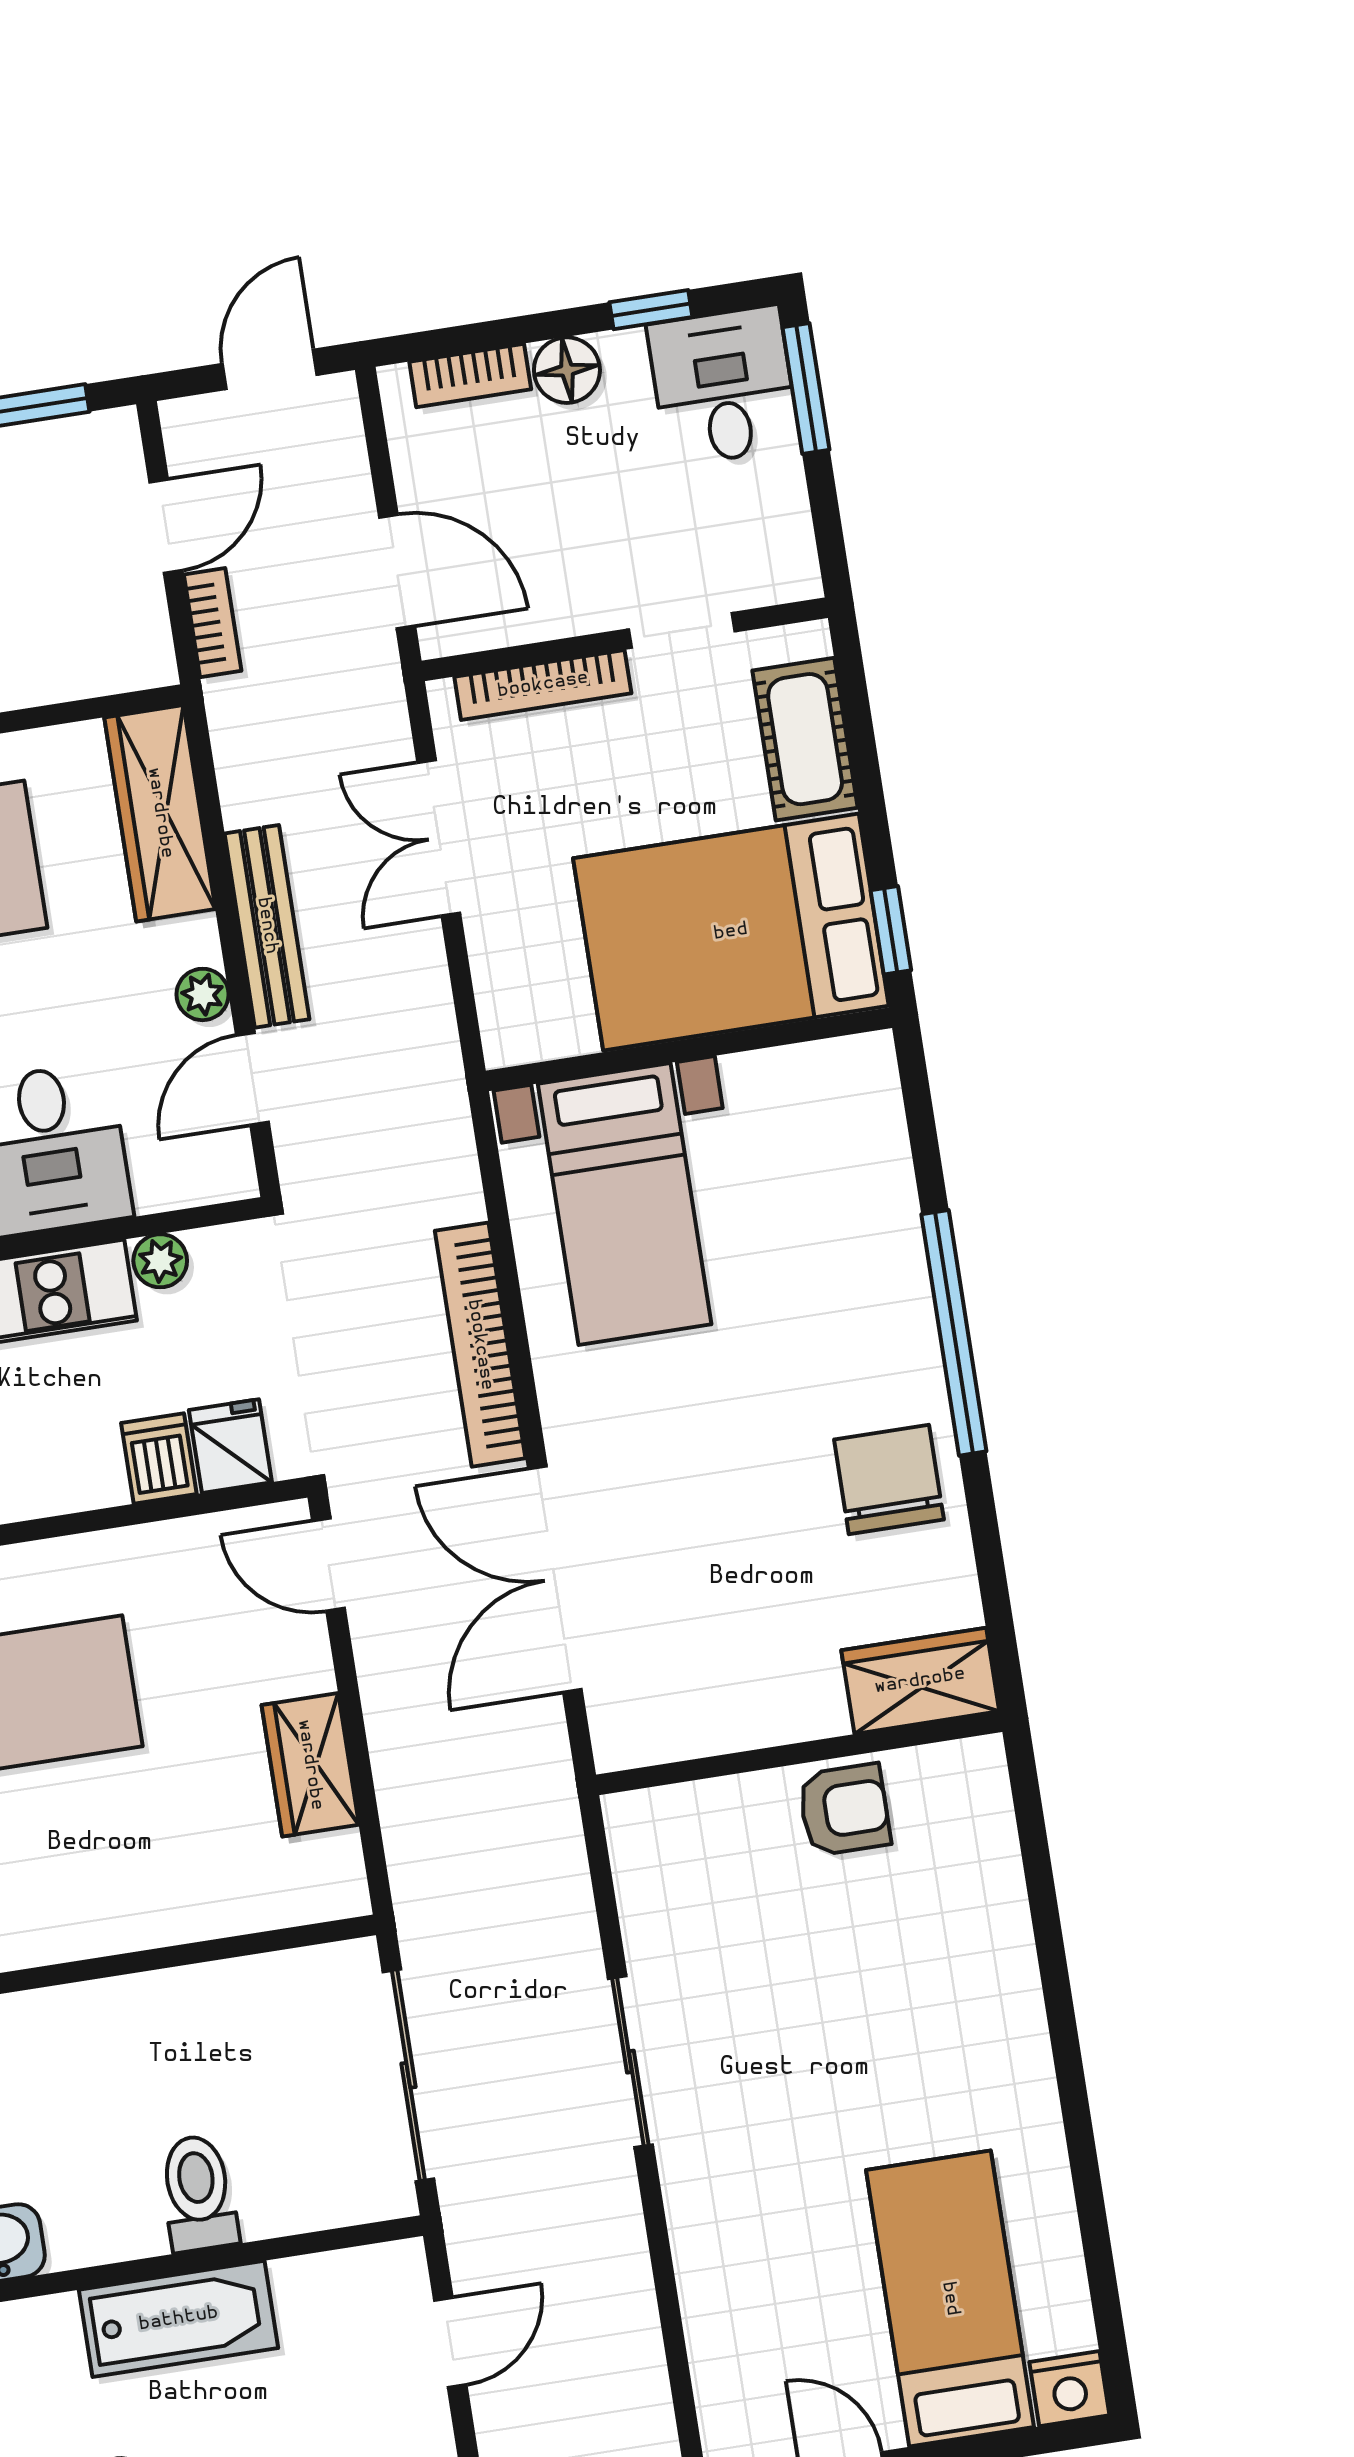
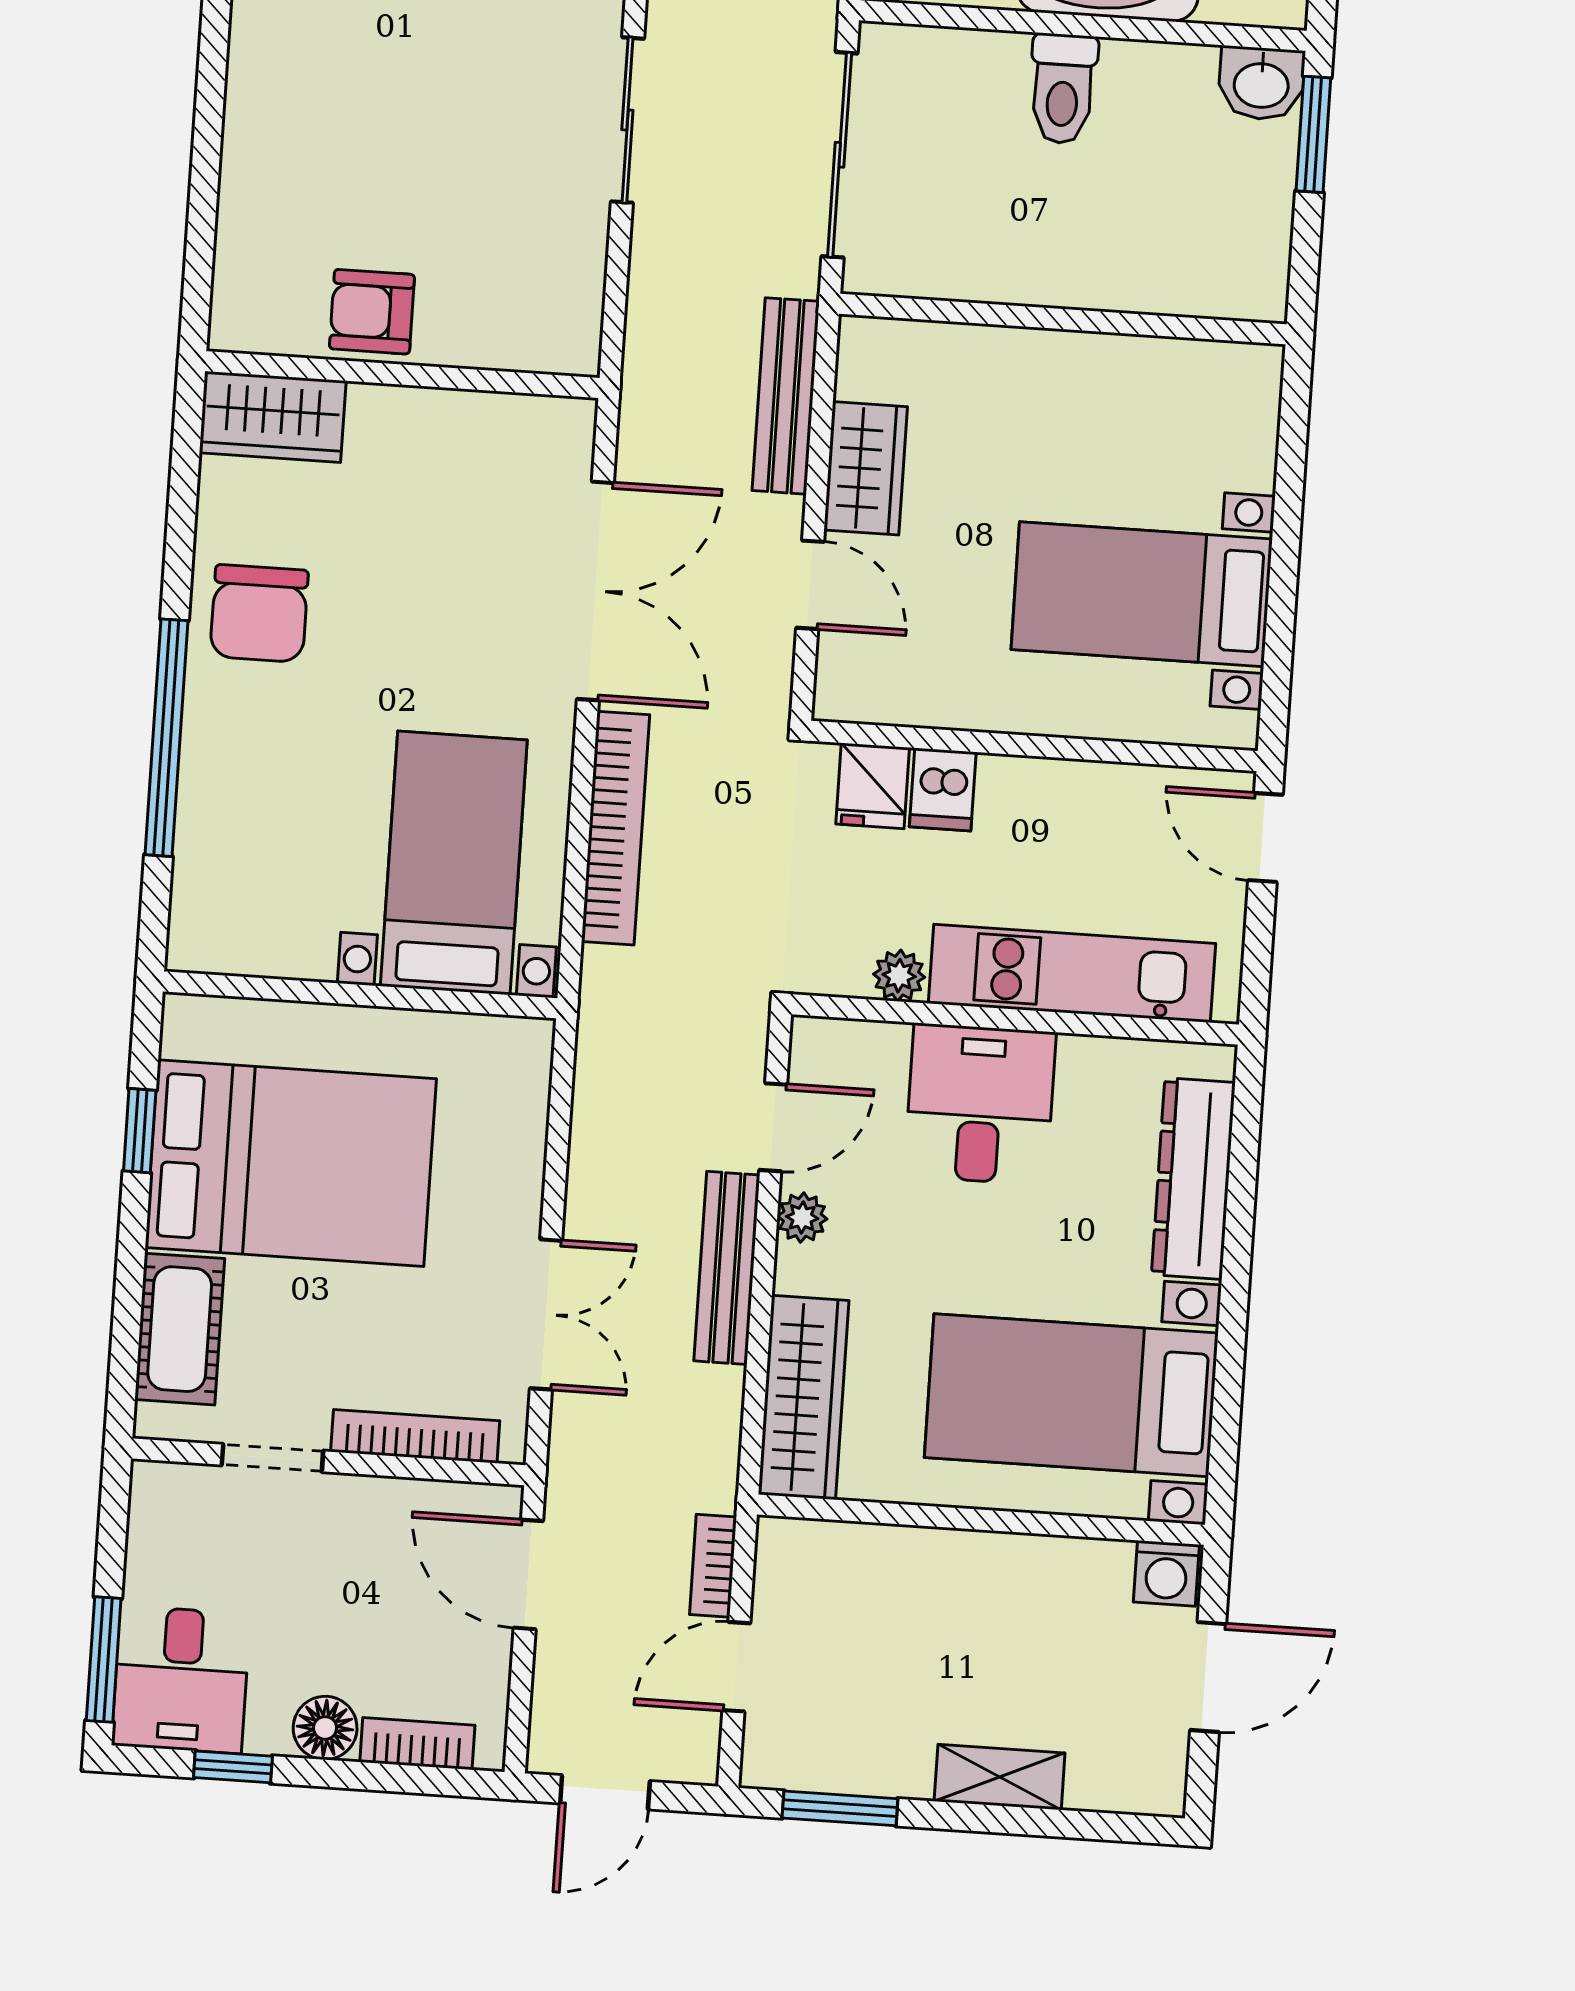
wall: (689, 1049) -> (360, 995), moved
bed with nightstands: (625, 1204) -> (454, 863), moved
door: (329, 1565) -> (810, 585), moved
bench: (407, 1820) -> (786, 396), added

